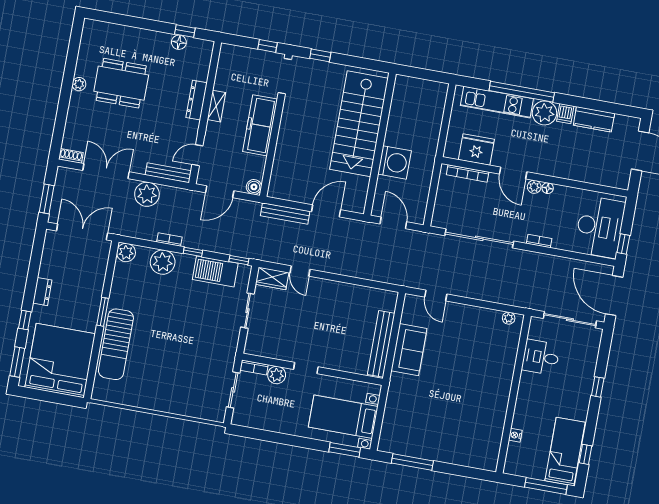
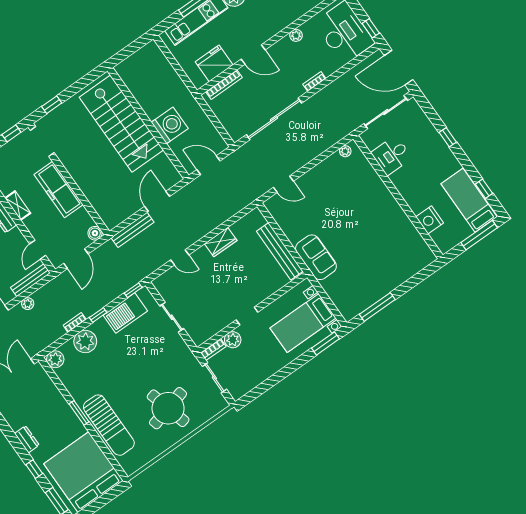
plant: (534, 187) -> (296, 35), moved
floor lamp: (548, 188) -> (285, 42), removed
plant: (147, 194) -> (28, 304), width x0.53, depth x0.53
wardrobe: (272, 278) -> (221, 242), moved
sofa: (409, 350) -> (316, 257), moved
round table: (174, 377) -> (168, 408), added
nightstand: (515, 435) -> (430, 220), width x1.89, depth x1.79

